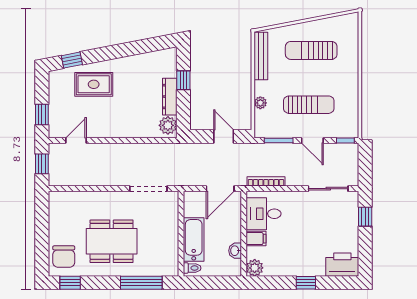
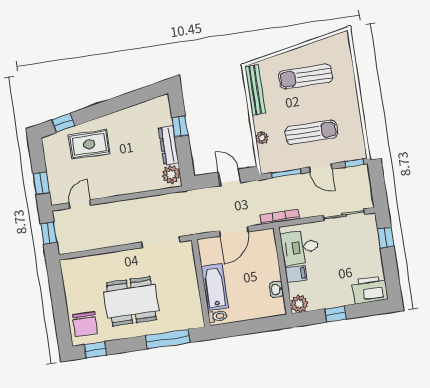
desk: (264, 214) -> (300, 247), moved
wall: (244, 234) -> (283, 271), moved
filing cabinet: (256, 239) -> (296, 274), moved
washbasin: (235, 251) -> (277, 289), moved
plant: (255, 268) -> (299, 304), moved

